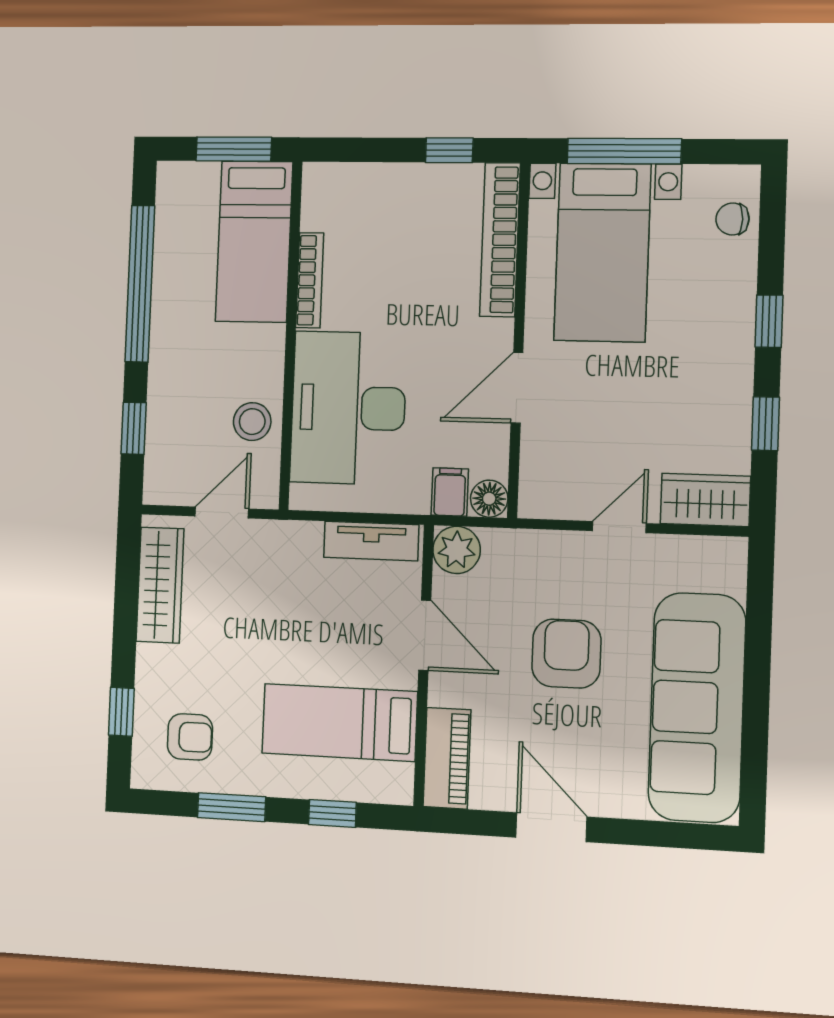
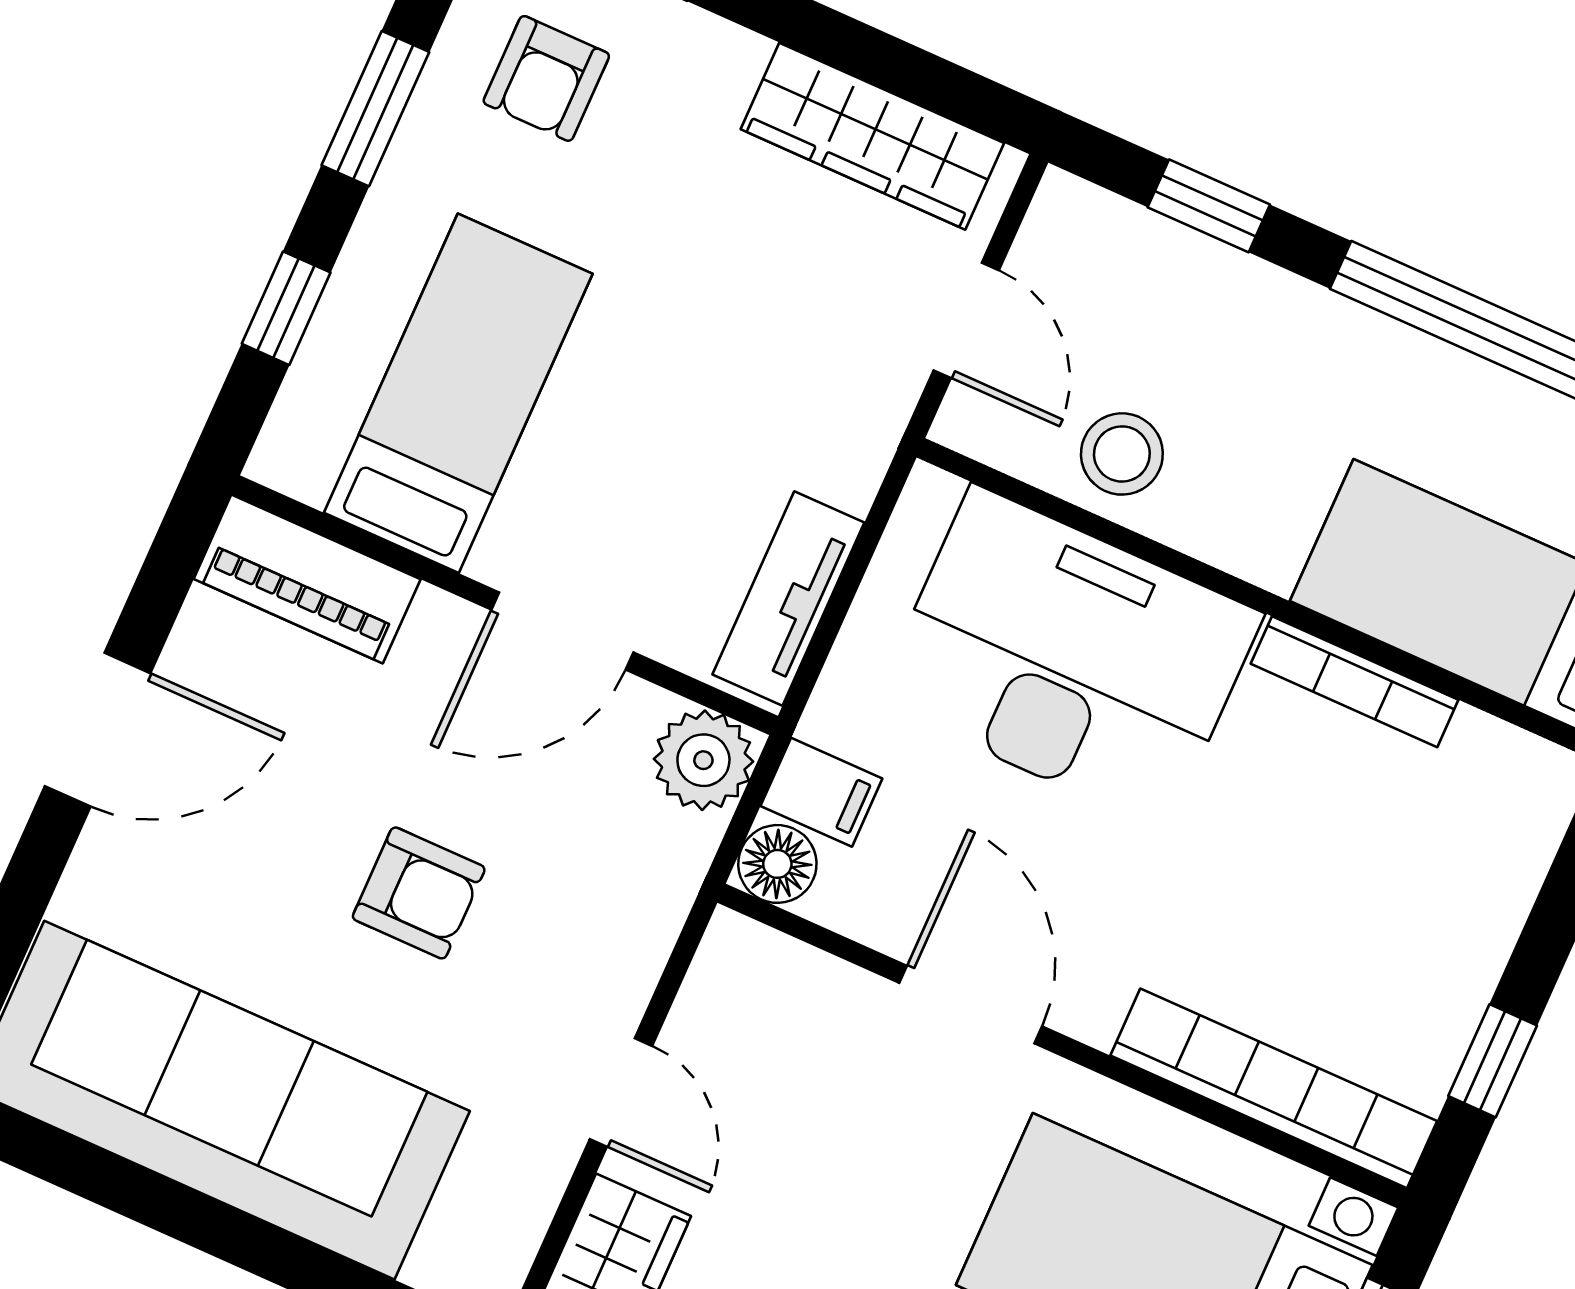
armchair: (566, 654) -> (419, 893), width x0.72, depth x0.72

